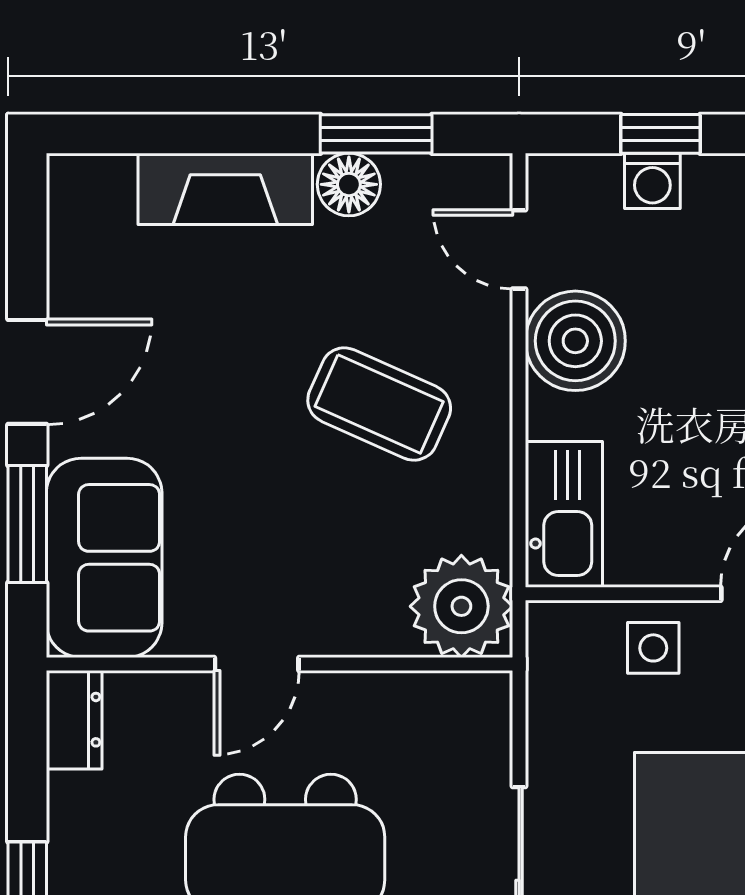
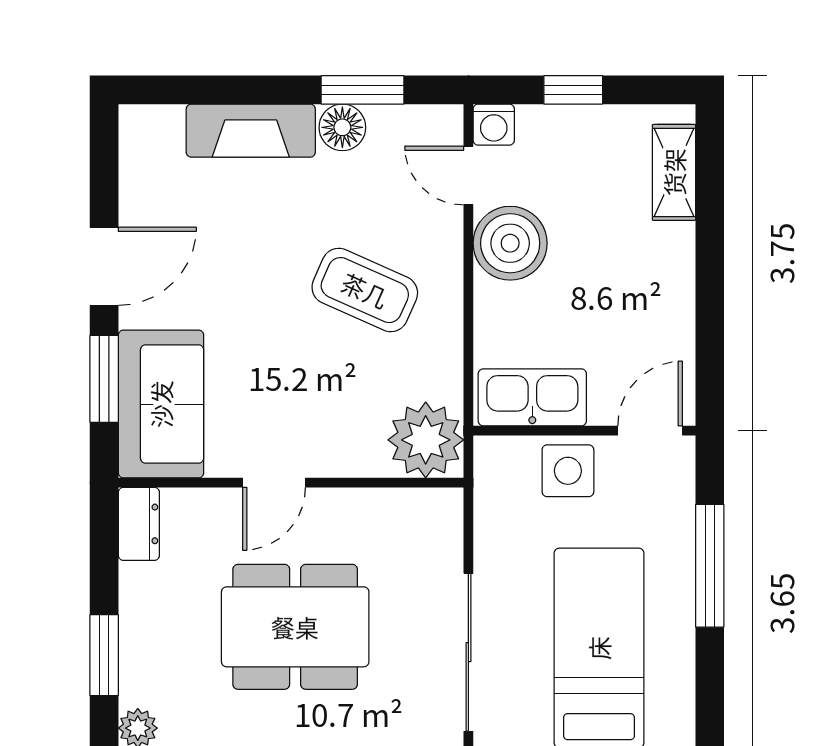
washing machine: (652, 181) -> (494, 125), moved
kitchen sink: (564, 514) -> (532, 397), moved, turned -90
side table: (653, 648) -> (568, 471), width x1.37, depth x1.37

